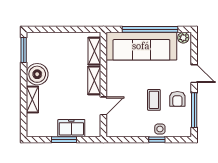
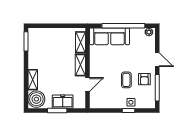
sofa: (141, 46) -> (109, 36), width x0.74, depth x0.79
boiler: (37, 74) -> (36, 99), moved

